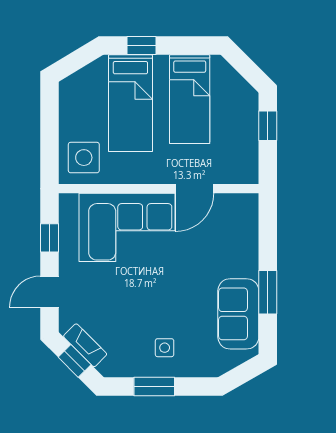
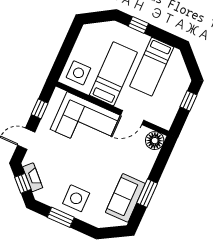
bed: (130, 103) -> (113, 74), moved, turned 180
floor lamp: (244, 208) -> (155, 141), added
side table: (165, 348) -> (76, 198), width x1.87, depth x1.87

